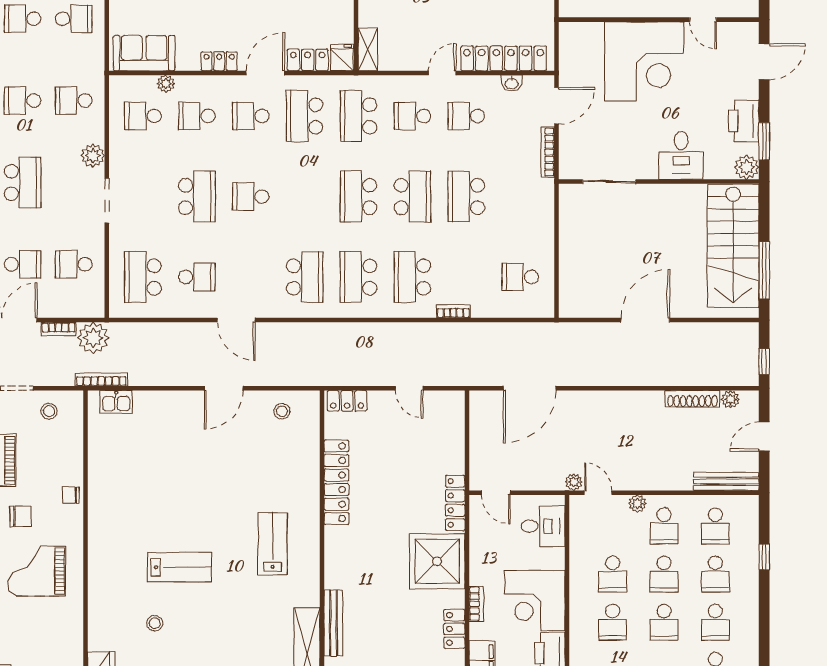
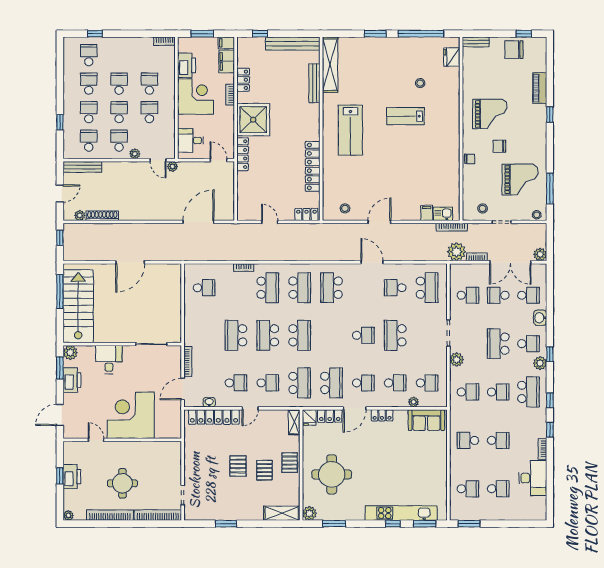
school desk: (466, 197) -> (236, 335), turned 180
filing cabinet: (144, 403) -> (427, 213), added
lab bench: (273, 544) -> (350, 130), width x1.36, depth x1.39

